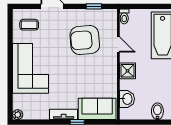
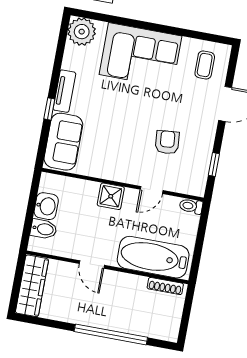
armchair: (85, 40) -> (167, 142), width x0.53, depth x0.53
washbasin: (127, 99) -> (46, 206), moved, turned -90
plant: (18, 115) -> (82, 32), width x1.87, depth x1.87

